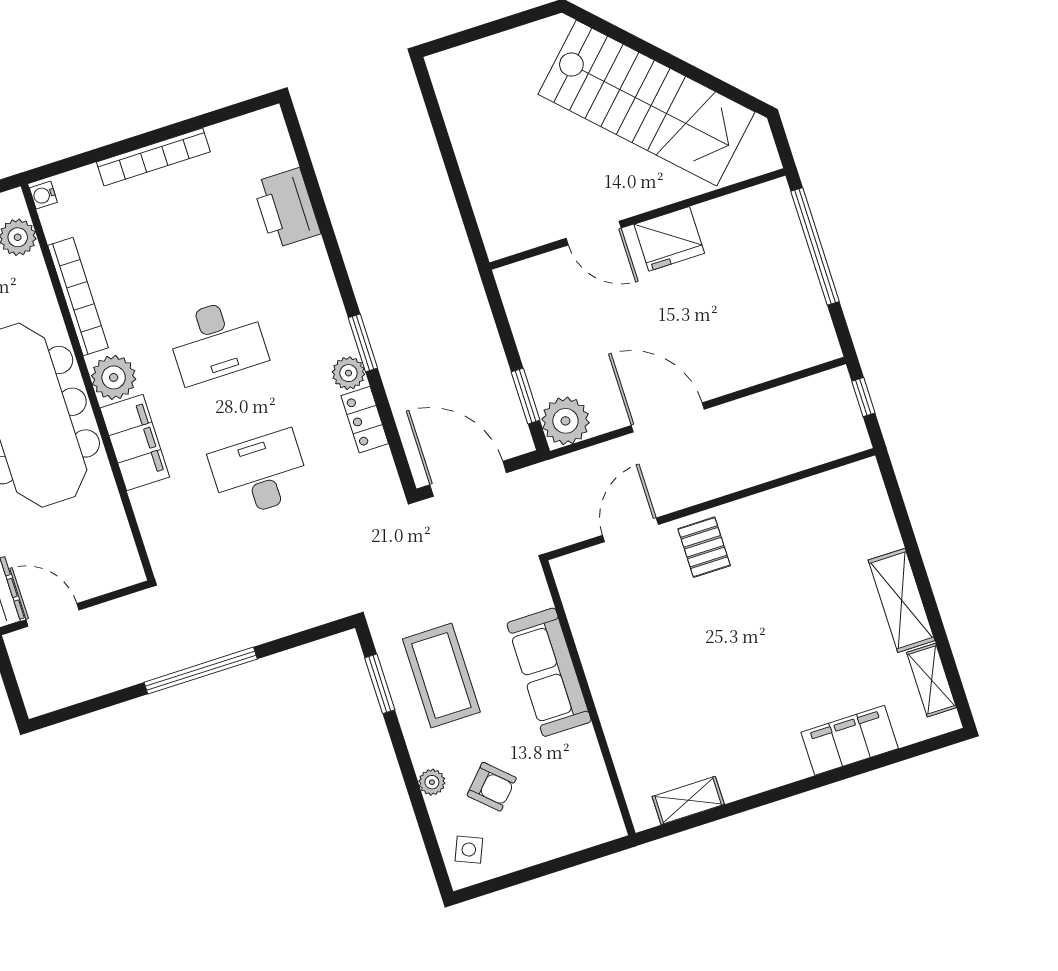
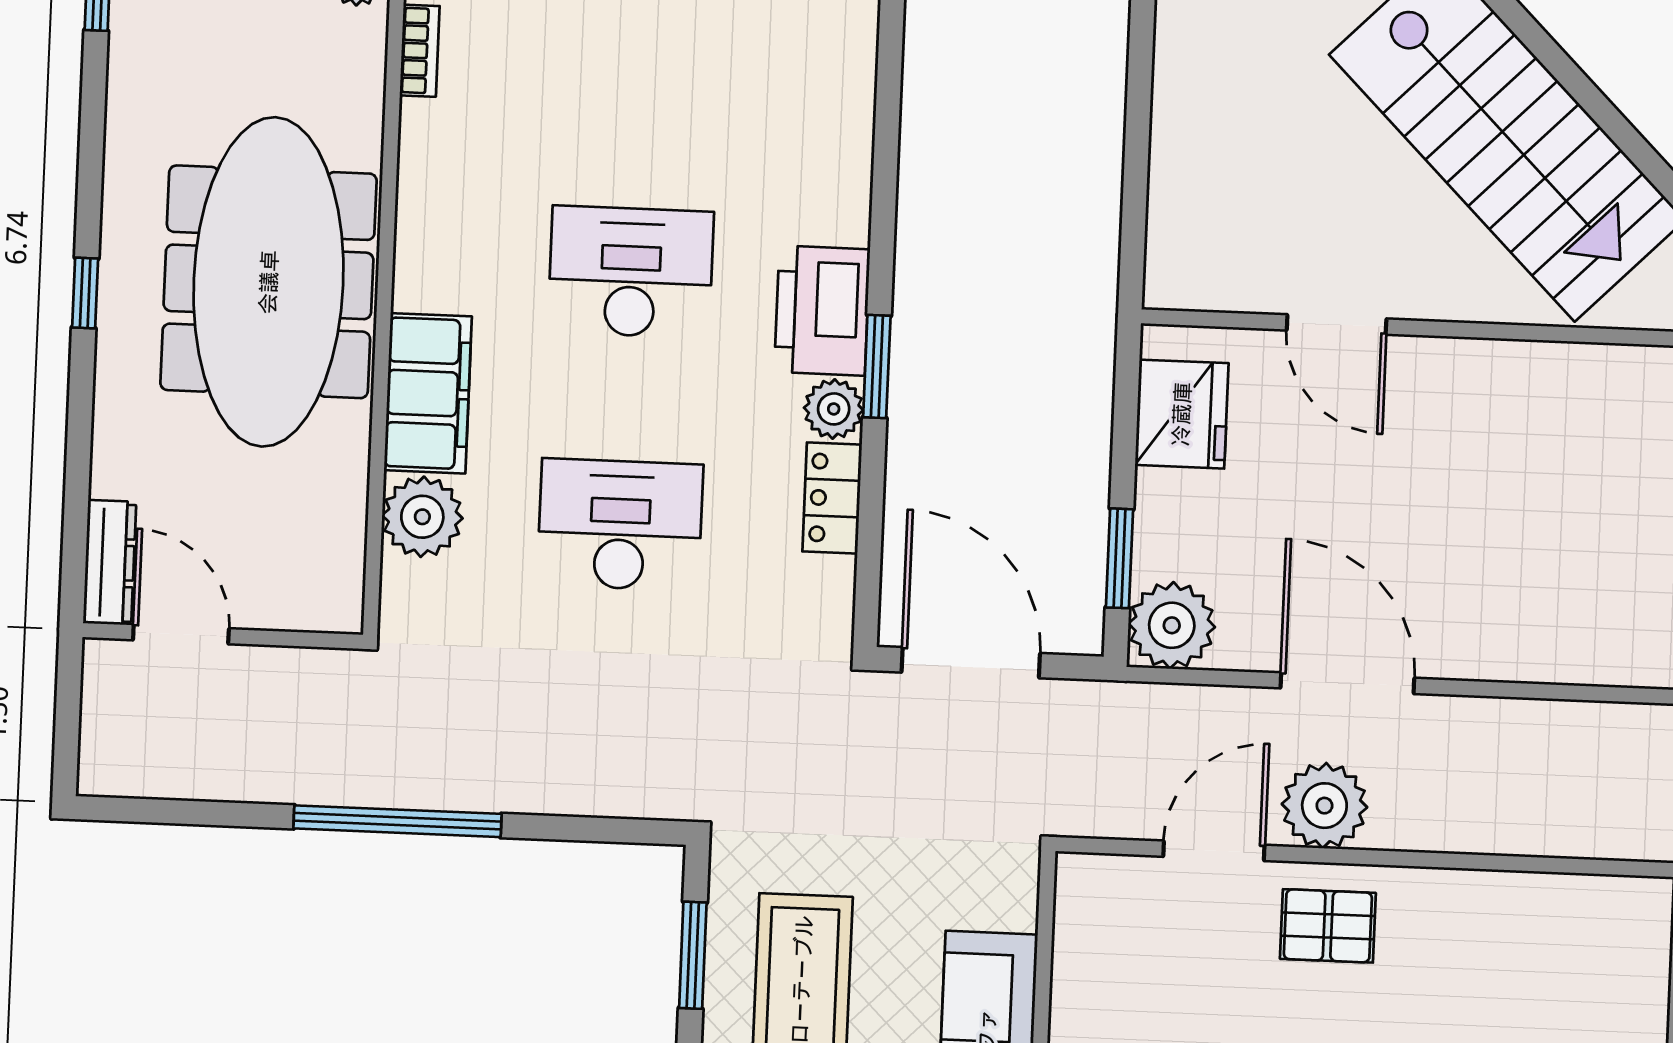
printer: (286, 208) -> (822, 311), moved
fridge: (669, 239) -> (1182, 414), moved, turned -90
bookcase: (78, 297) -> (420, 51), width x0.43, depth x0.76
desk: (217, 341) -> (631, 272), turned 180
plant: (114, 377) -> (422, 517), moved
plant: (679, 485) -> (1324, 806), added
pallet: (704, 547) -> (1328, 926), turned 90

